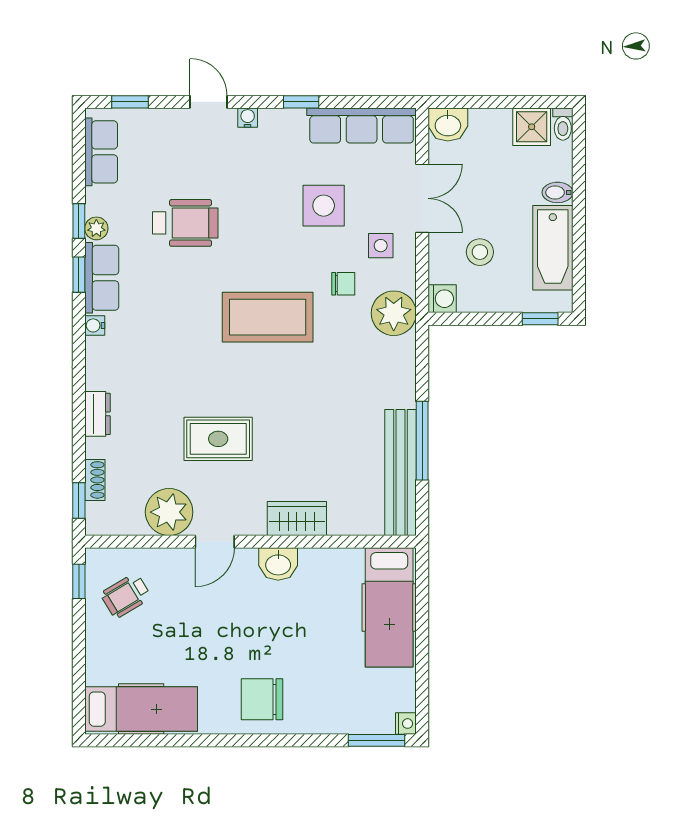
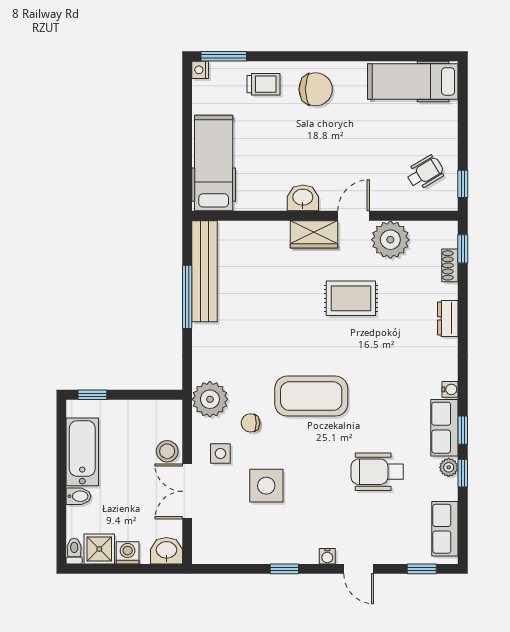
row of seats: (362, 126) -> (236, 550), removed
stool: (480, 252) -> (167, 451), moved
washing machine: (442, 299) -> (128, 553), moved, turned 90
wardrobe: (297, 519) -> (314, 234), moved
trolley: (327, 706) -> (263, 84), added

